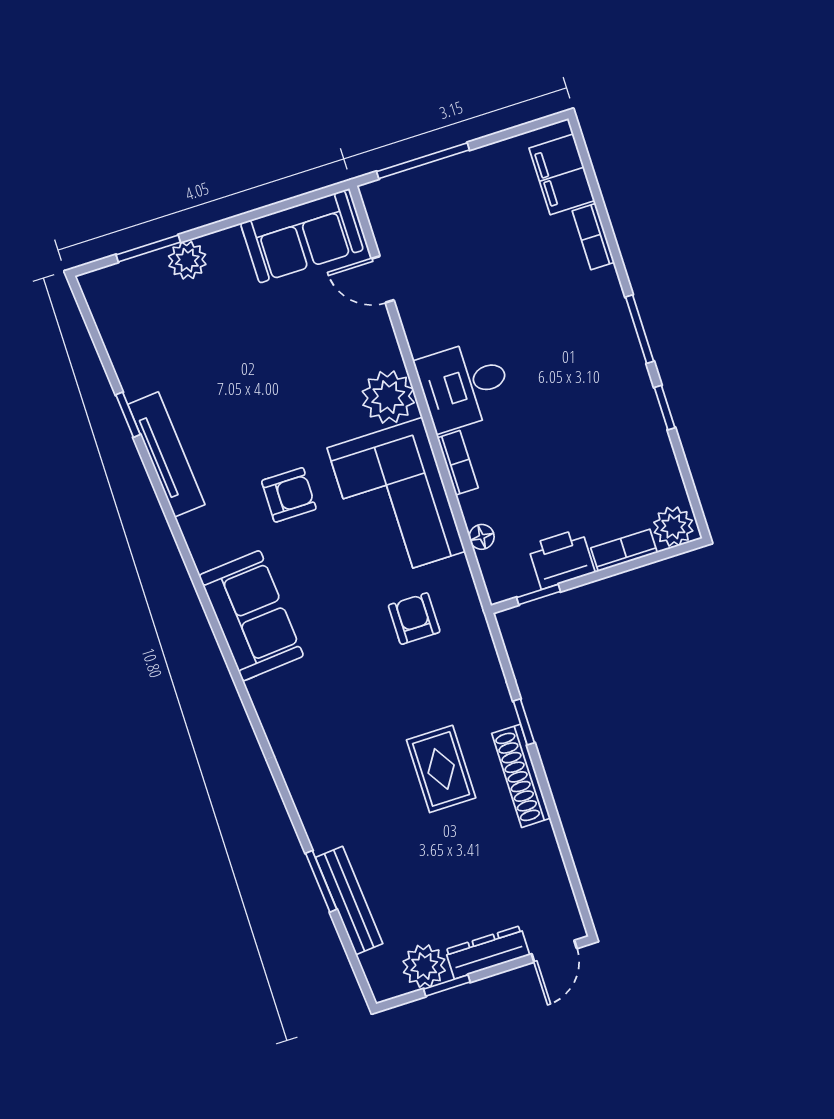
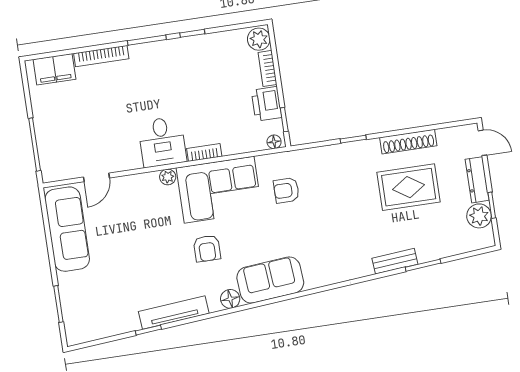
sofa: (302, 237) -> (67, 229), width x1.36
bookcase: (593, 237) -> (101, 56), width x1.56
plant: (187, 260) -> (68, 284), removed
plant: (388, 397) -> (168, 177), width x0.53, depth x0.53
armchair: (289, 495) -> (207, 248), turned 180
floor lamp: (482, 537) -> (274, 142), moved
floor lamp: (207, 550) -> (230, 299), added
rug: (441, 769) -> (409, 187), moved, width x1.36, depth x1.43
shoe rack: (521, 776) -> (408, 142), moved
bench: (349, 901) -> (395, 261), moved, width x0.73

